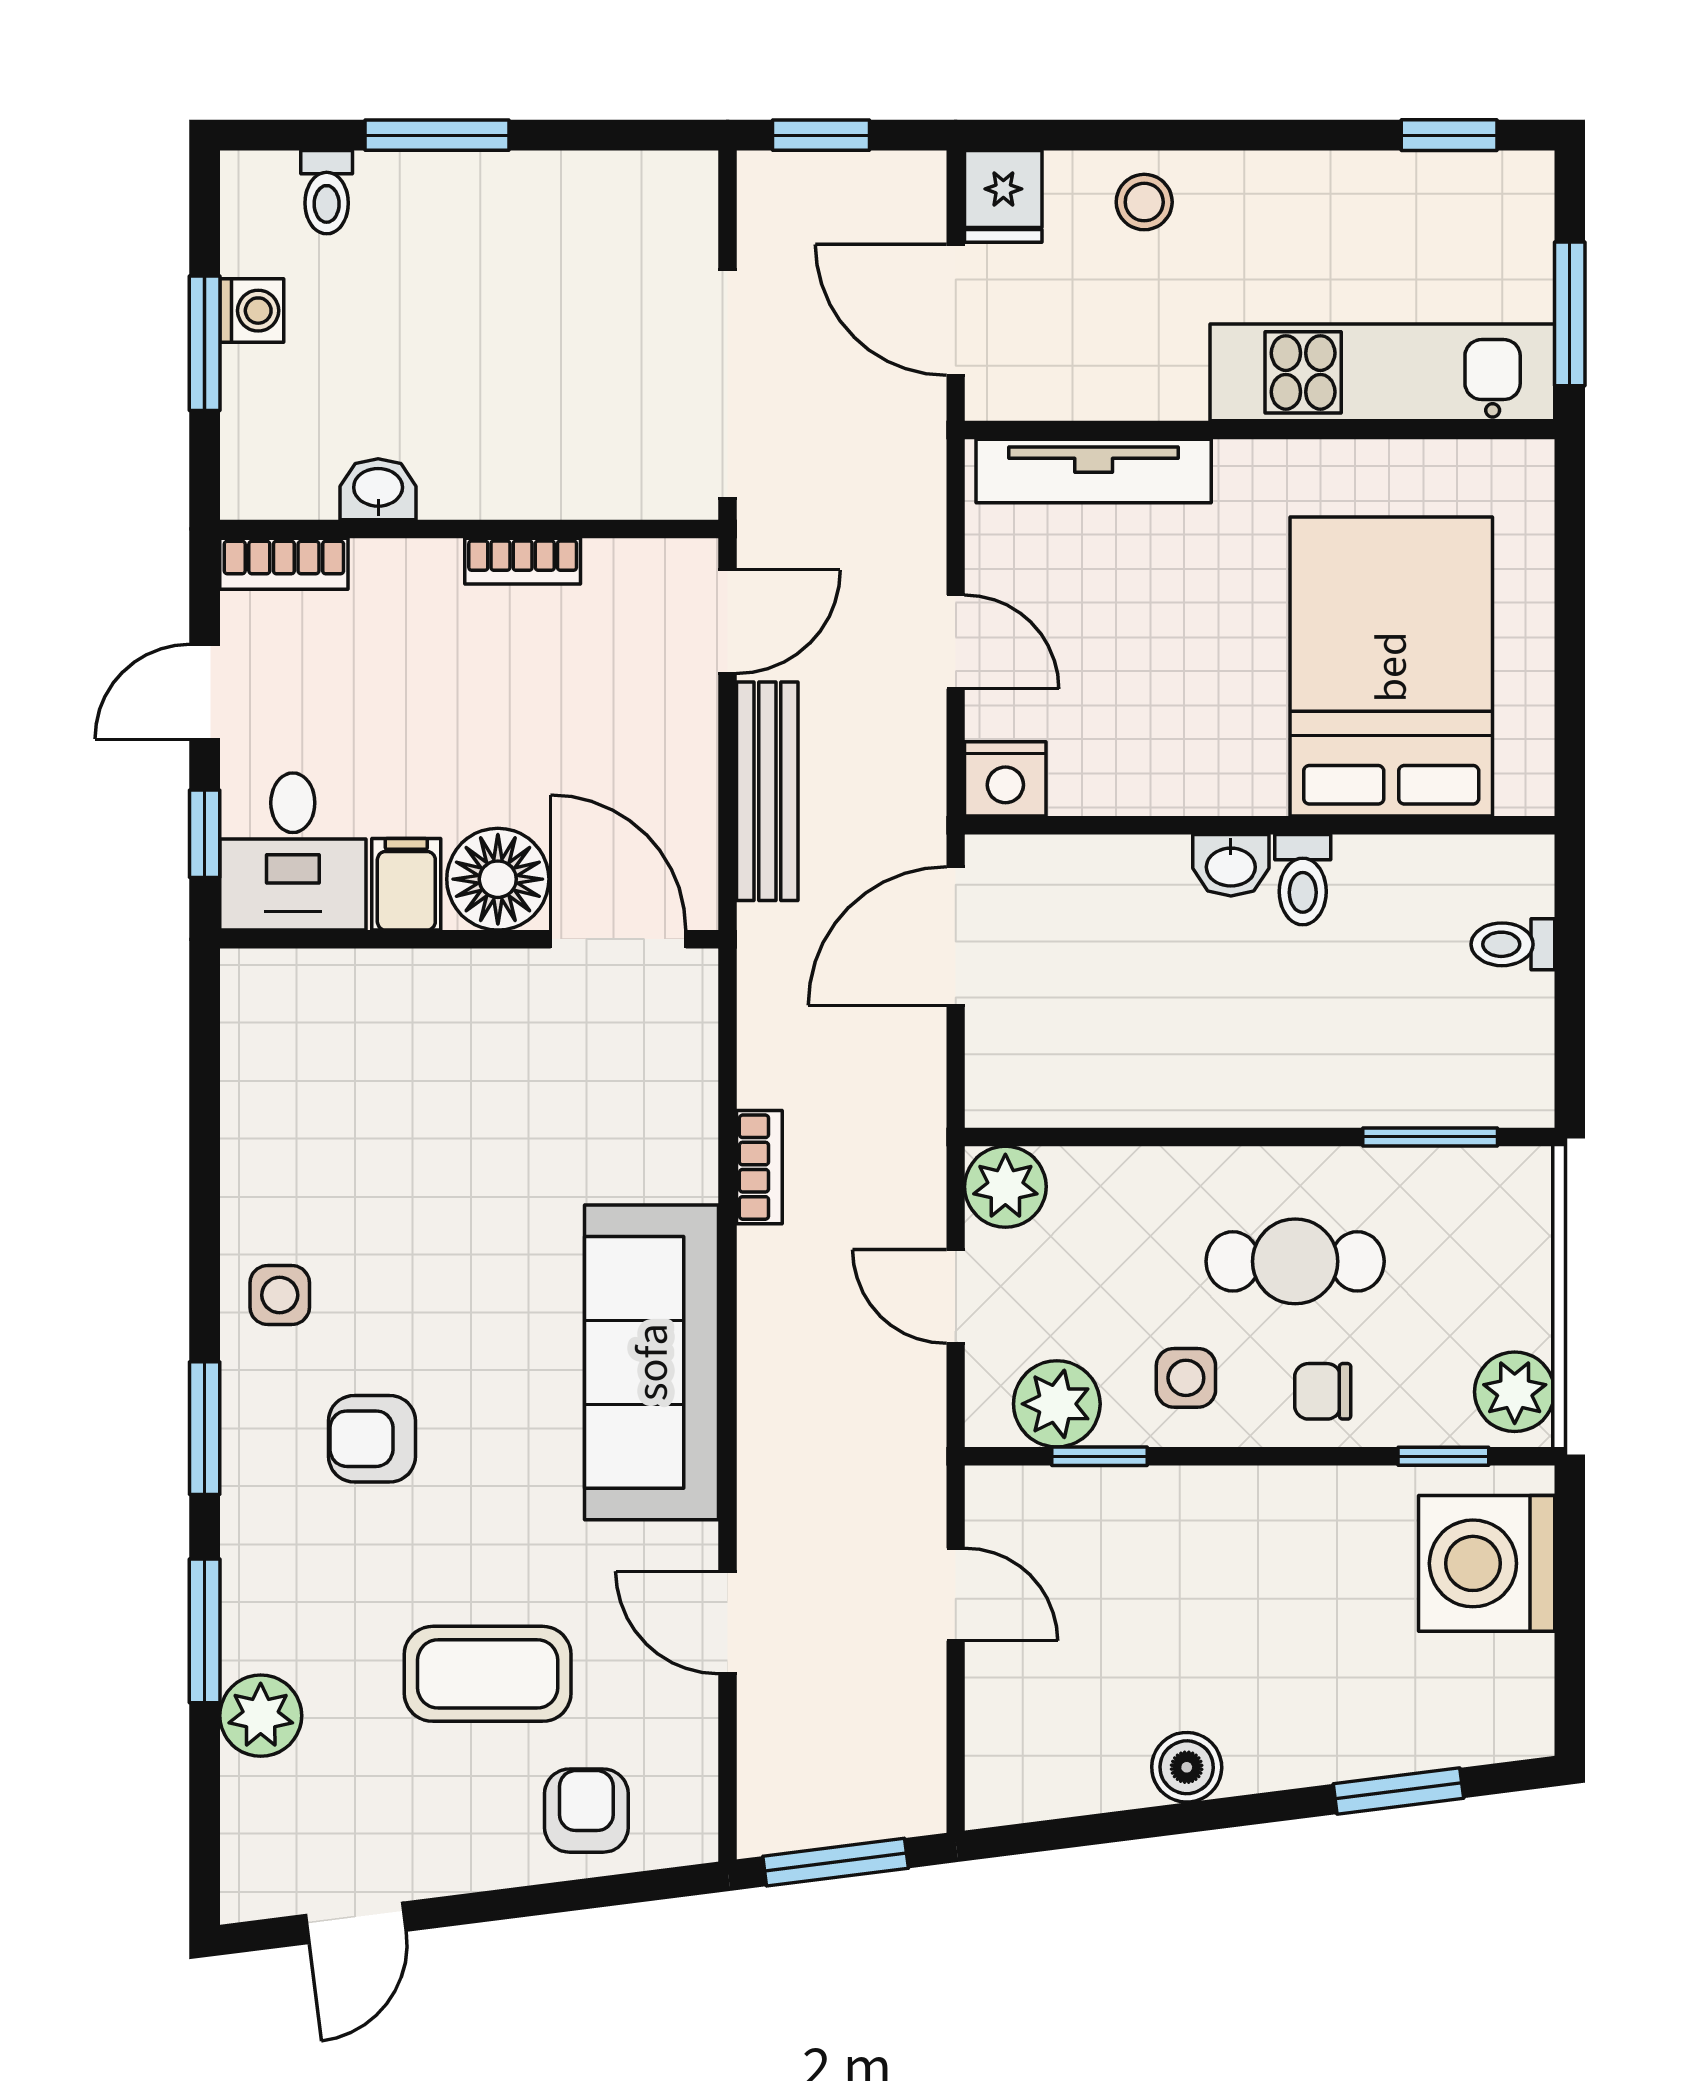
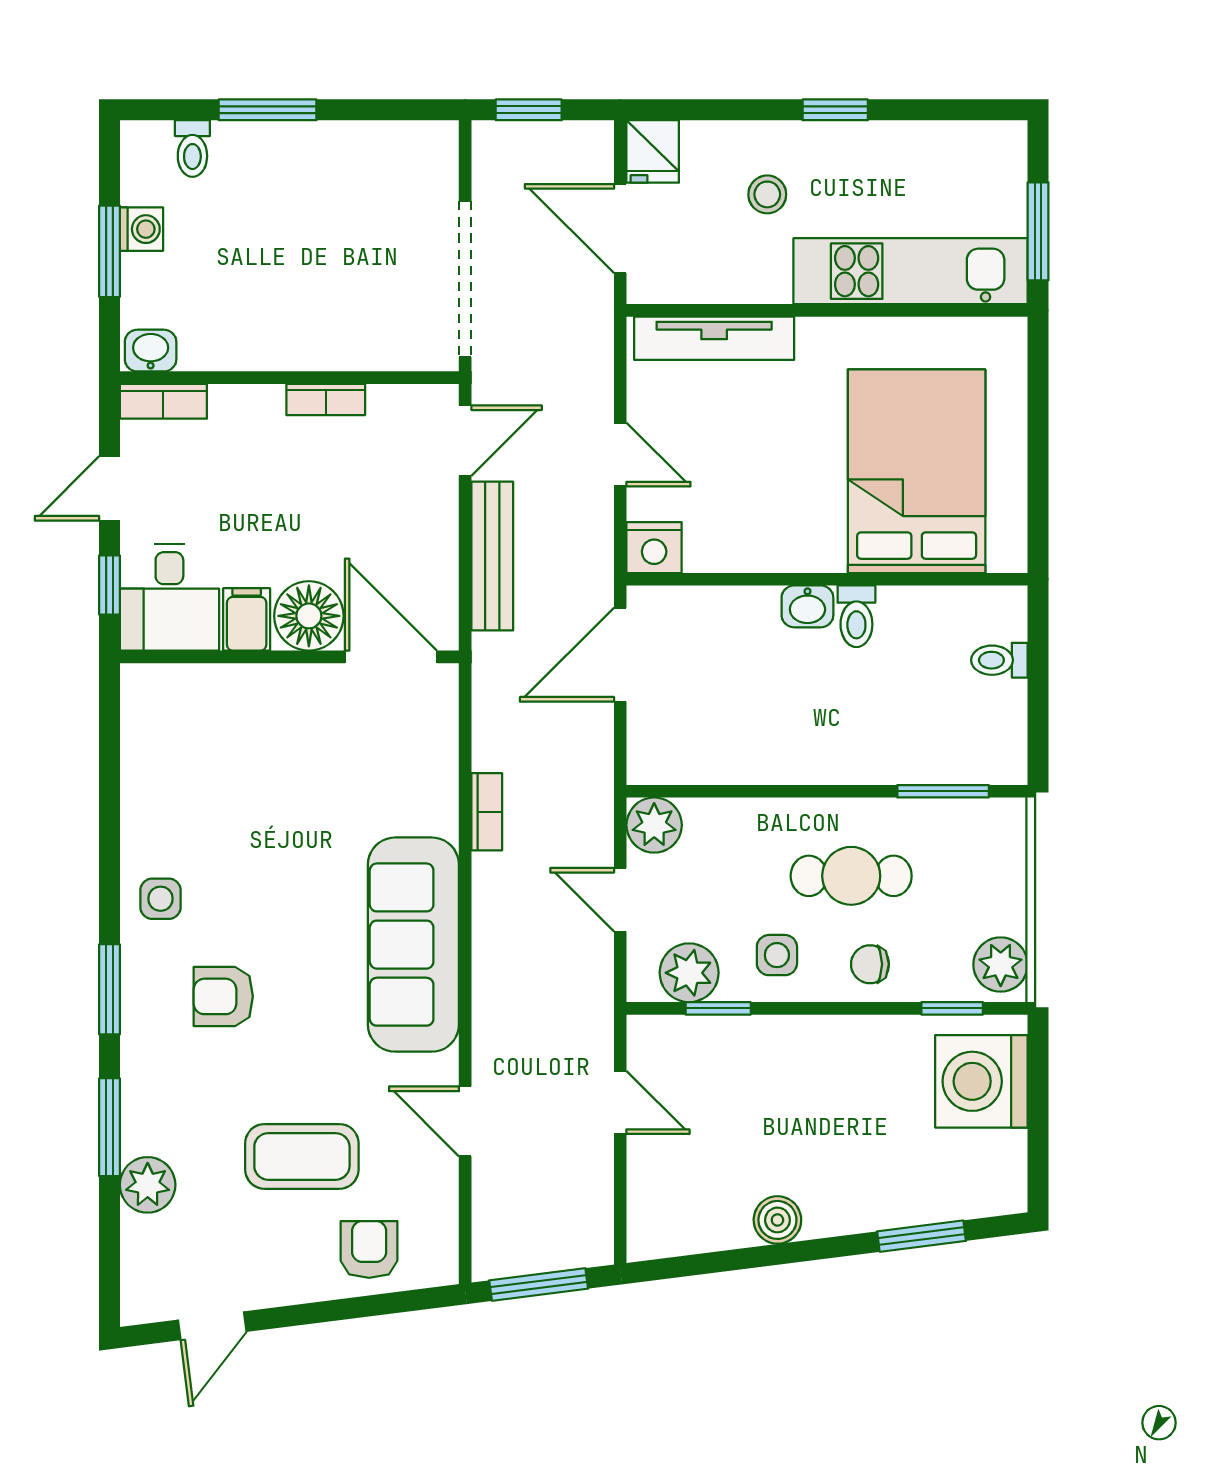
window: (1449, 135) -> (835, 110), moved
stool: (1144, 202) -> (767, 194), moved
washbasin: (378, 489) -> (151, 351), moved

